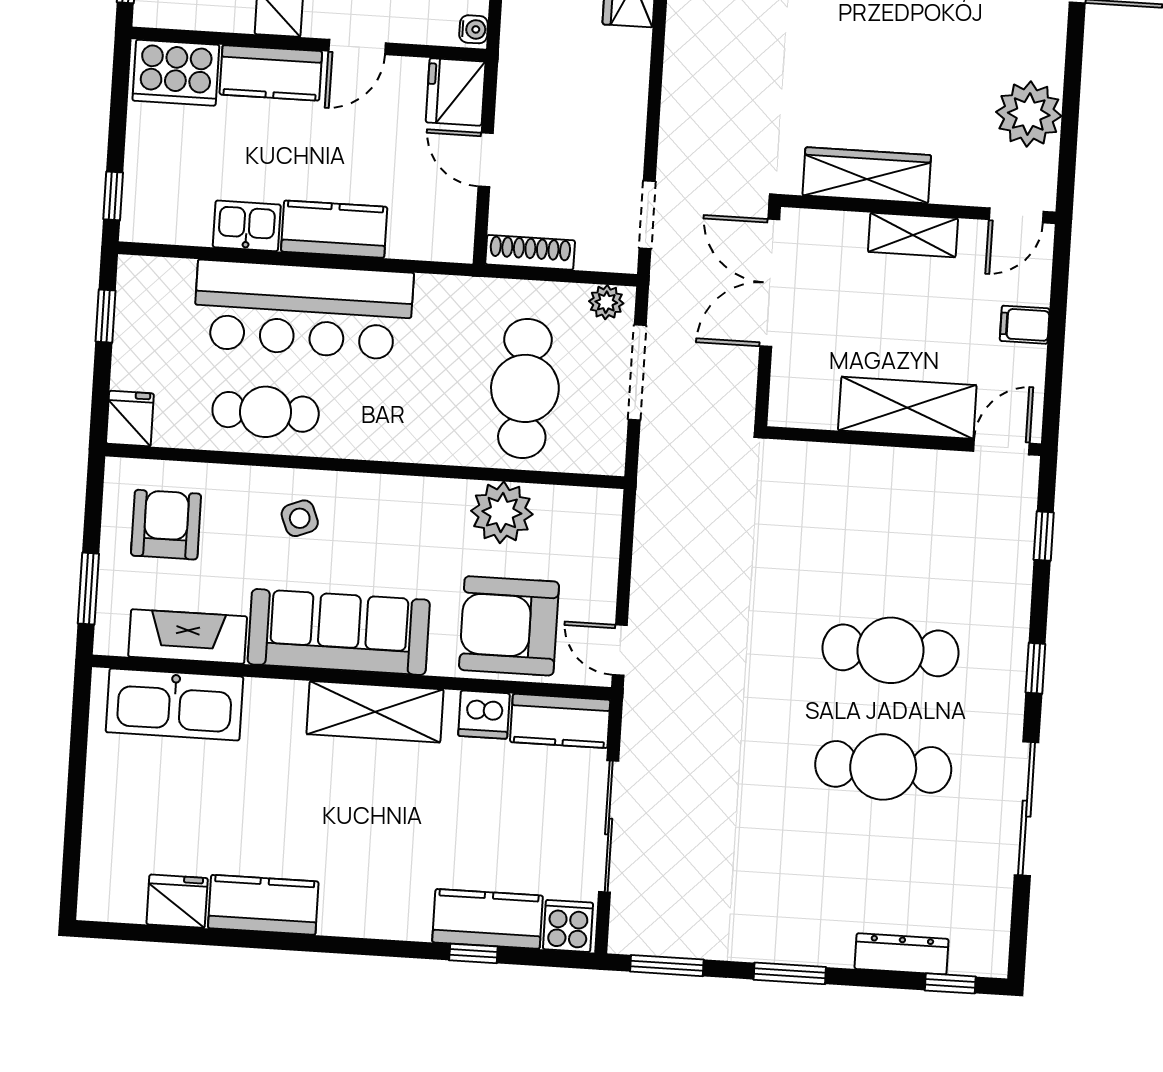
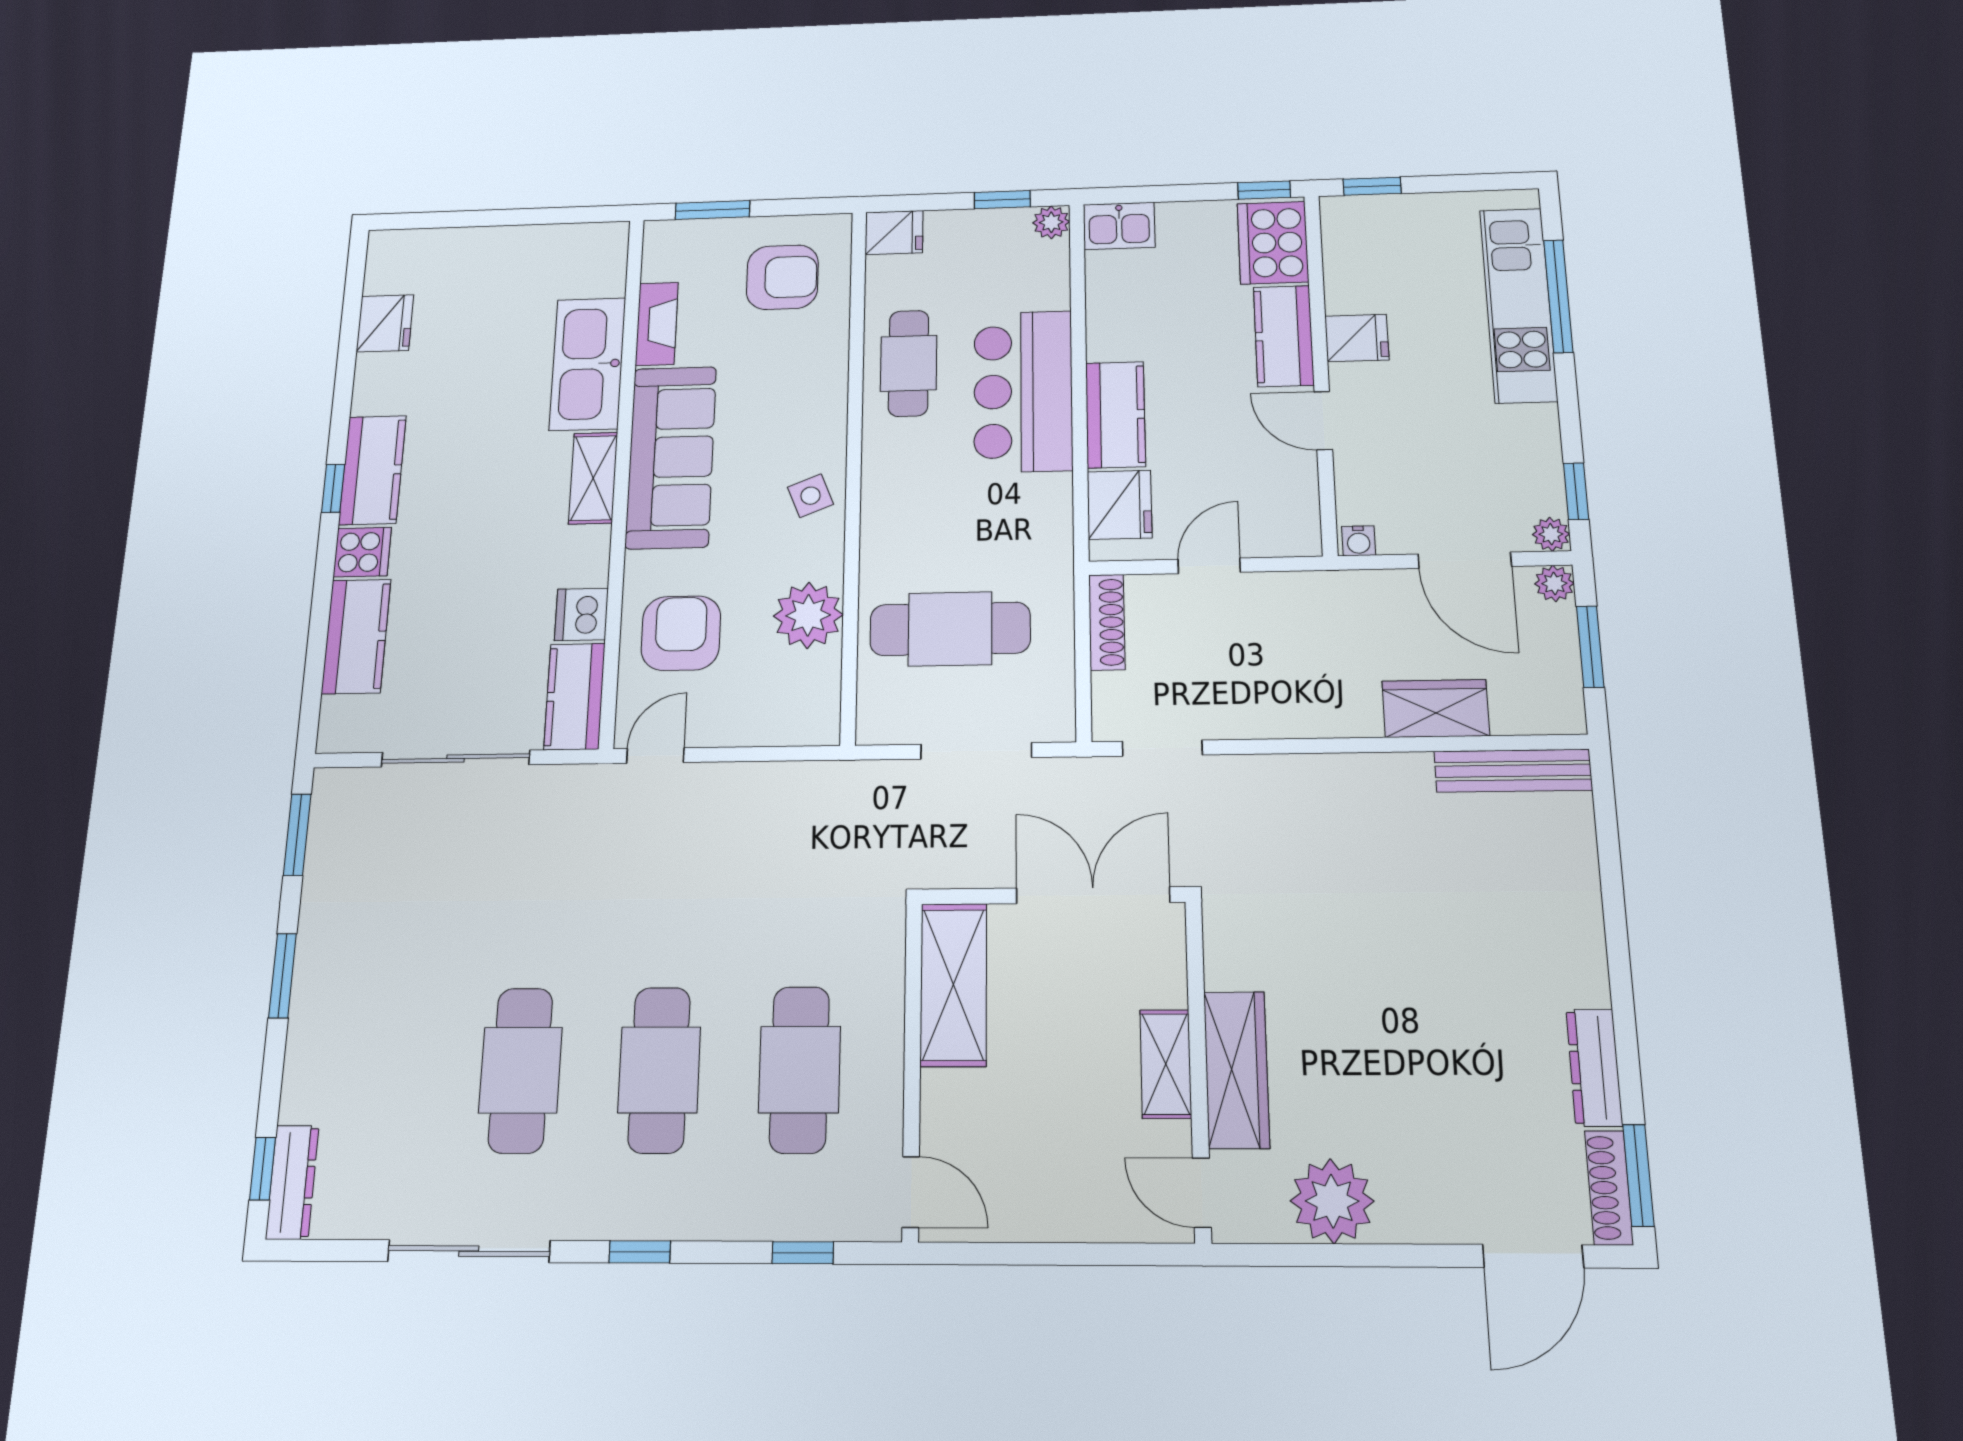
fridge: (456, 92) -> (1120, 505), moved, turned 90
wardrobe: (867, 175) -> (1236, 1070), moved
window: (113, 196) -> (1264, 190), moved
kitchen sink: (247, 226) -> (1119, 226), moved, turned 90
plant: (606, 302) -> (1051, 222), moved
bar counter: (303, 310) -> (1023, 391), width x0.73
filing cabinet: (1025, 325) -> (1065, 1212), removed
shelving: (907, 408) -> (953, 984), moved
side table: (300, 518) -> (810, 496), moved
cafe table: (898, 534) -> (799, 1069), added
armchair: (509, 626) -> (681, 633), width x0.73, depth x0.73
fireplace: (188, 636) -> (657, 324), width x0.73, depth x0.76
kitchen sink: (174, 704) -> (588, 364), moved
shelving: (375, 712) -> (593, 478), width x0.67, depth x0.75
kitchen counter: (263, 905) -> (372, 470), moved
cooker: (568, 926) -> (362, 552), moved
window: (473, 953) -> (333, 488), moved
dresser: (902, 954) -> (292, 1182), moved

